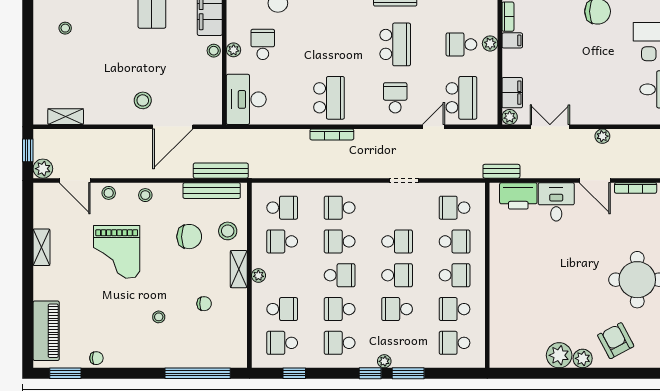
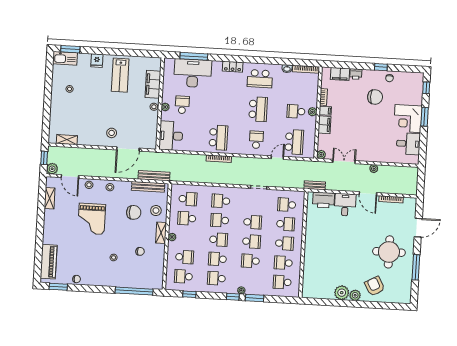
filing cabinet: (512, 93) -> (324, 125), moved
shelving: (42, 247) -> (50, 198), moved

